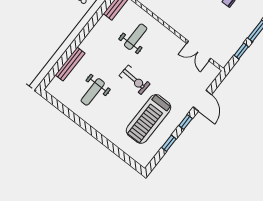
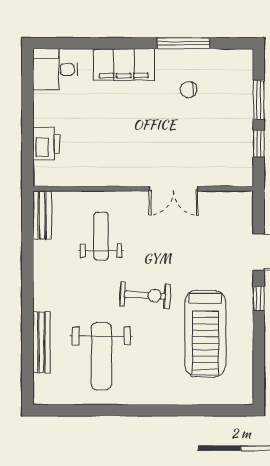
double door: (199, 51) -> (173, 189), moved
weight bench: (93, 92) -> (101, 356), width x1.36, depth x1.33
window: (169, 143) -> (259, 345), removed

